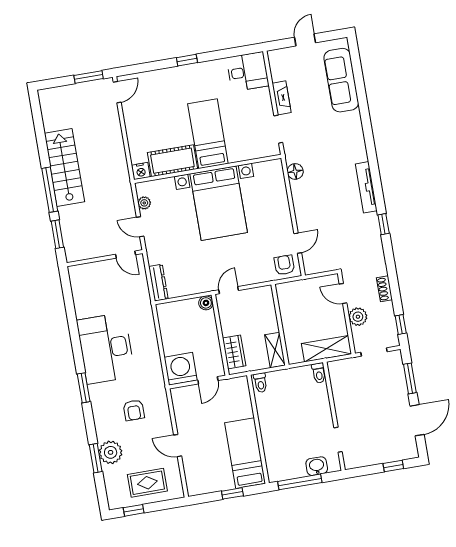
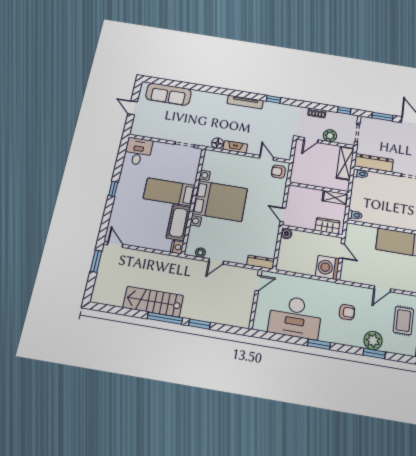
fireplace: (282, 98) -> (235, 147), moved
door: (125, 255) -> (258, 283), moved
wall: (105, 258) -> (255, 299), moved
dresser: (340, 386) -> (374, 163), added

